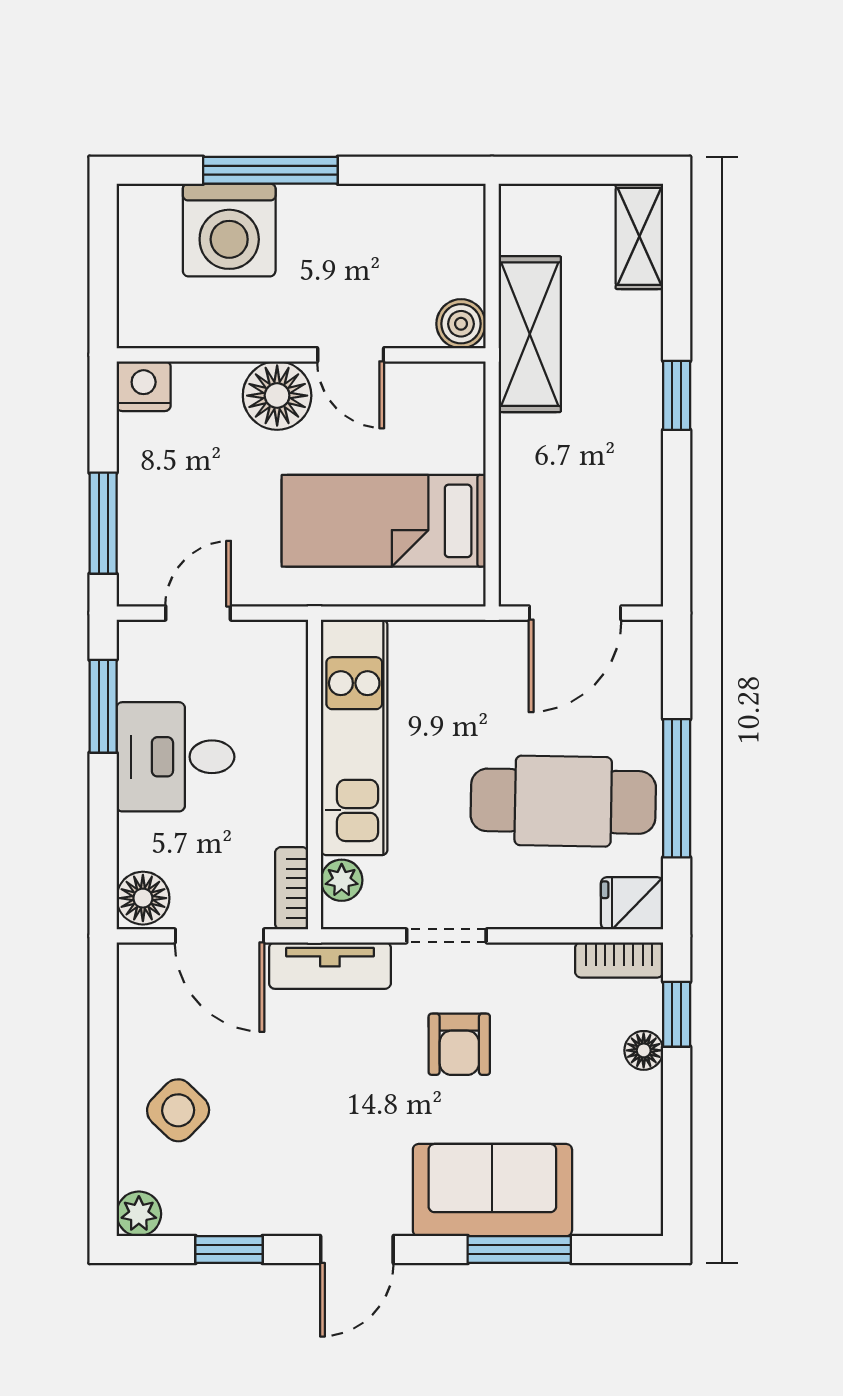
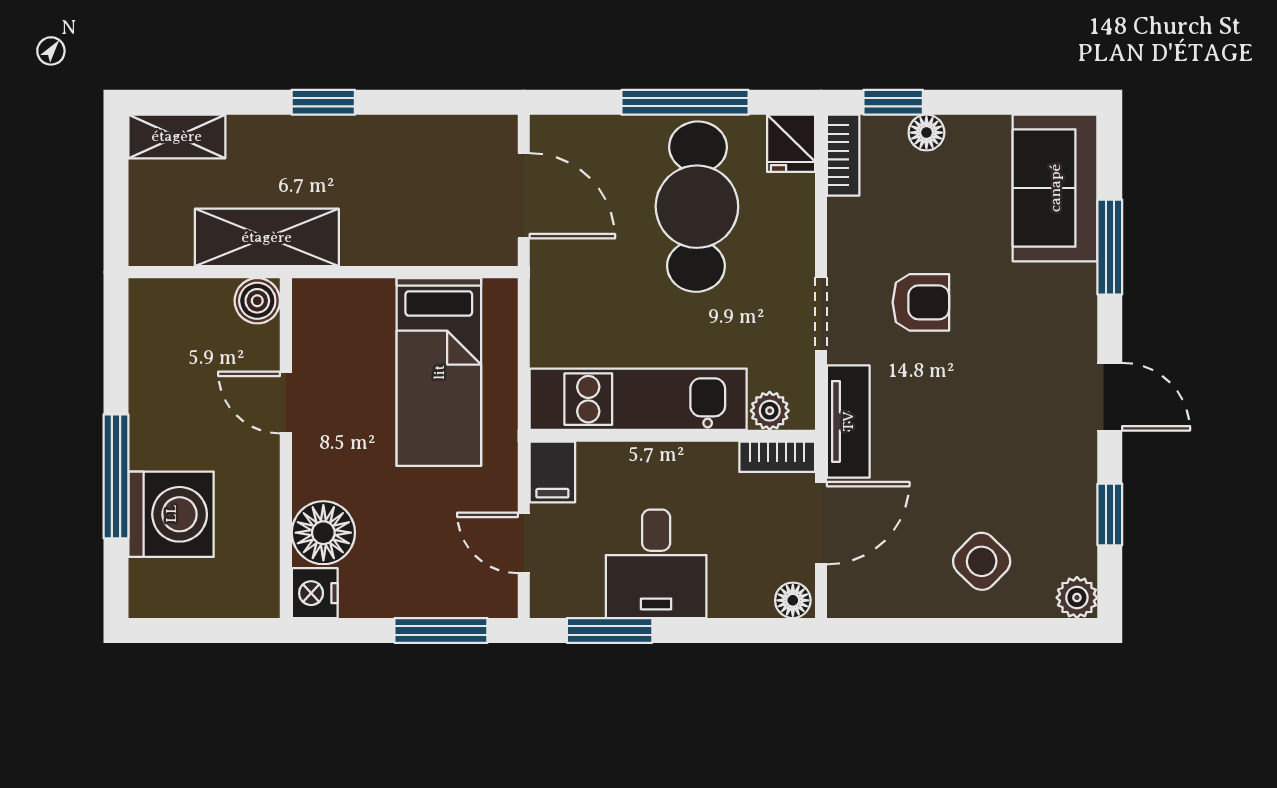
door: (351, 355) -> (286, 402), swing flipped
floor lamp: (277, 396) -> (323, 533), moved
filing cabinet: (275, 644) -> (552, 472), added
floor lamp: (143, 898) -> (793, 600), width x0.73, depth x0.73
sofa: (492, 1190) -> (1055, 188), moved

